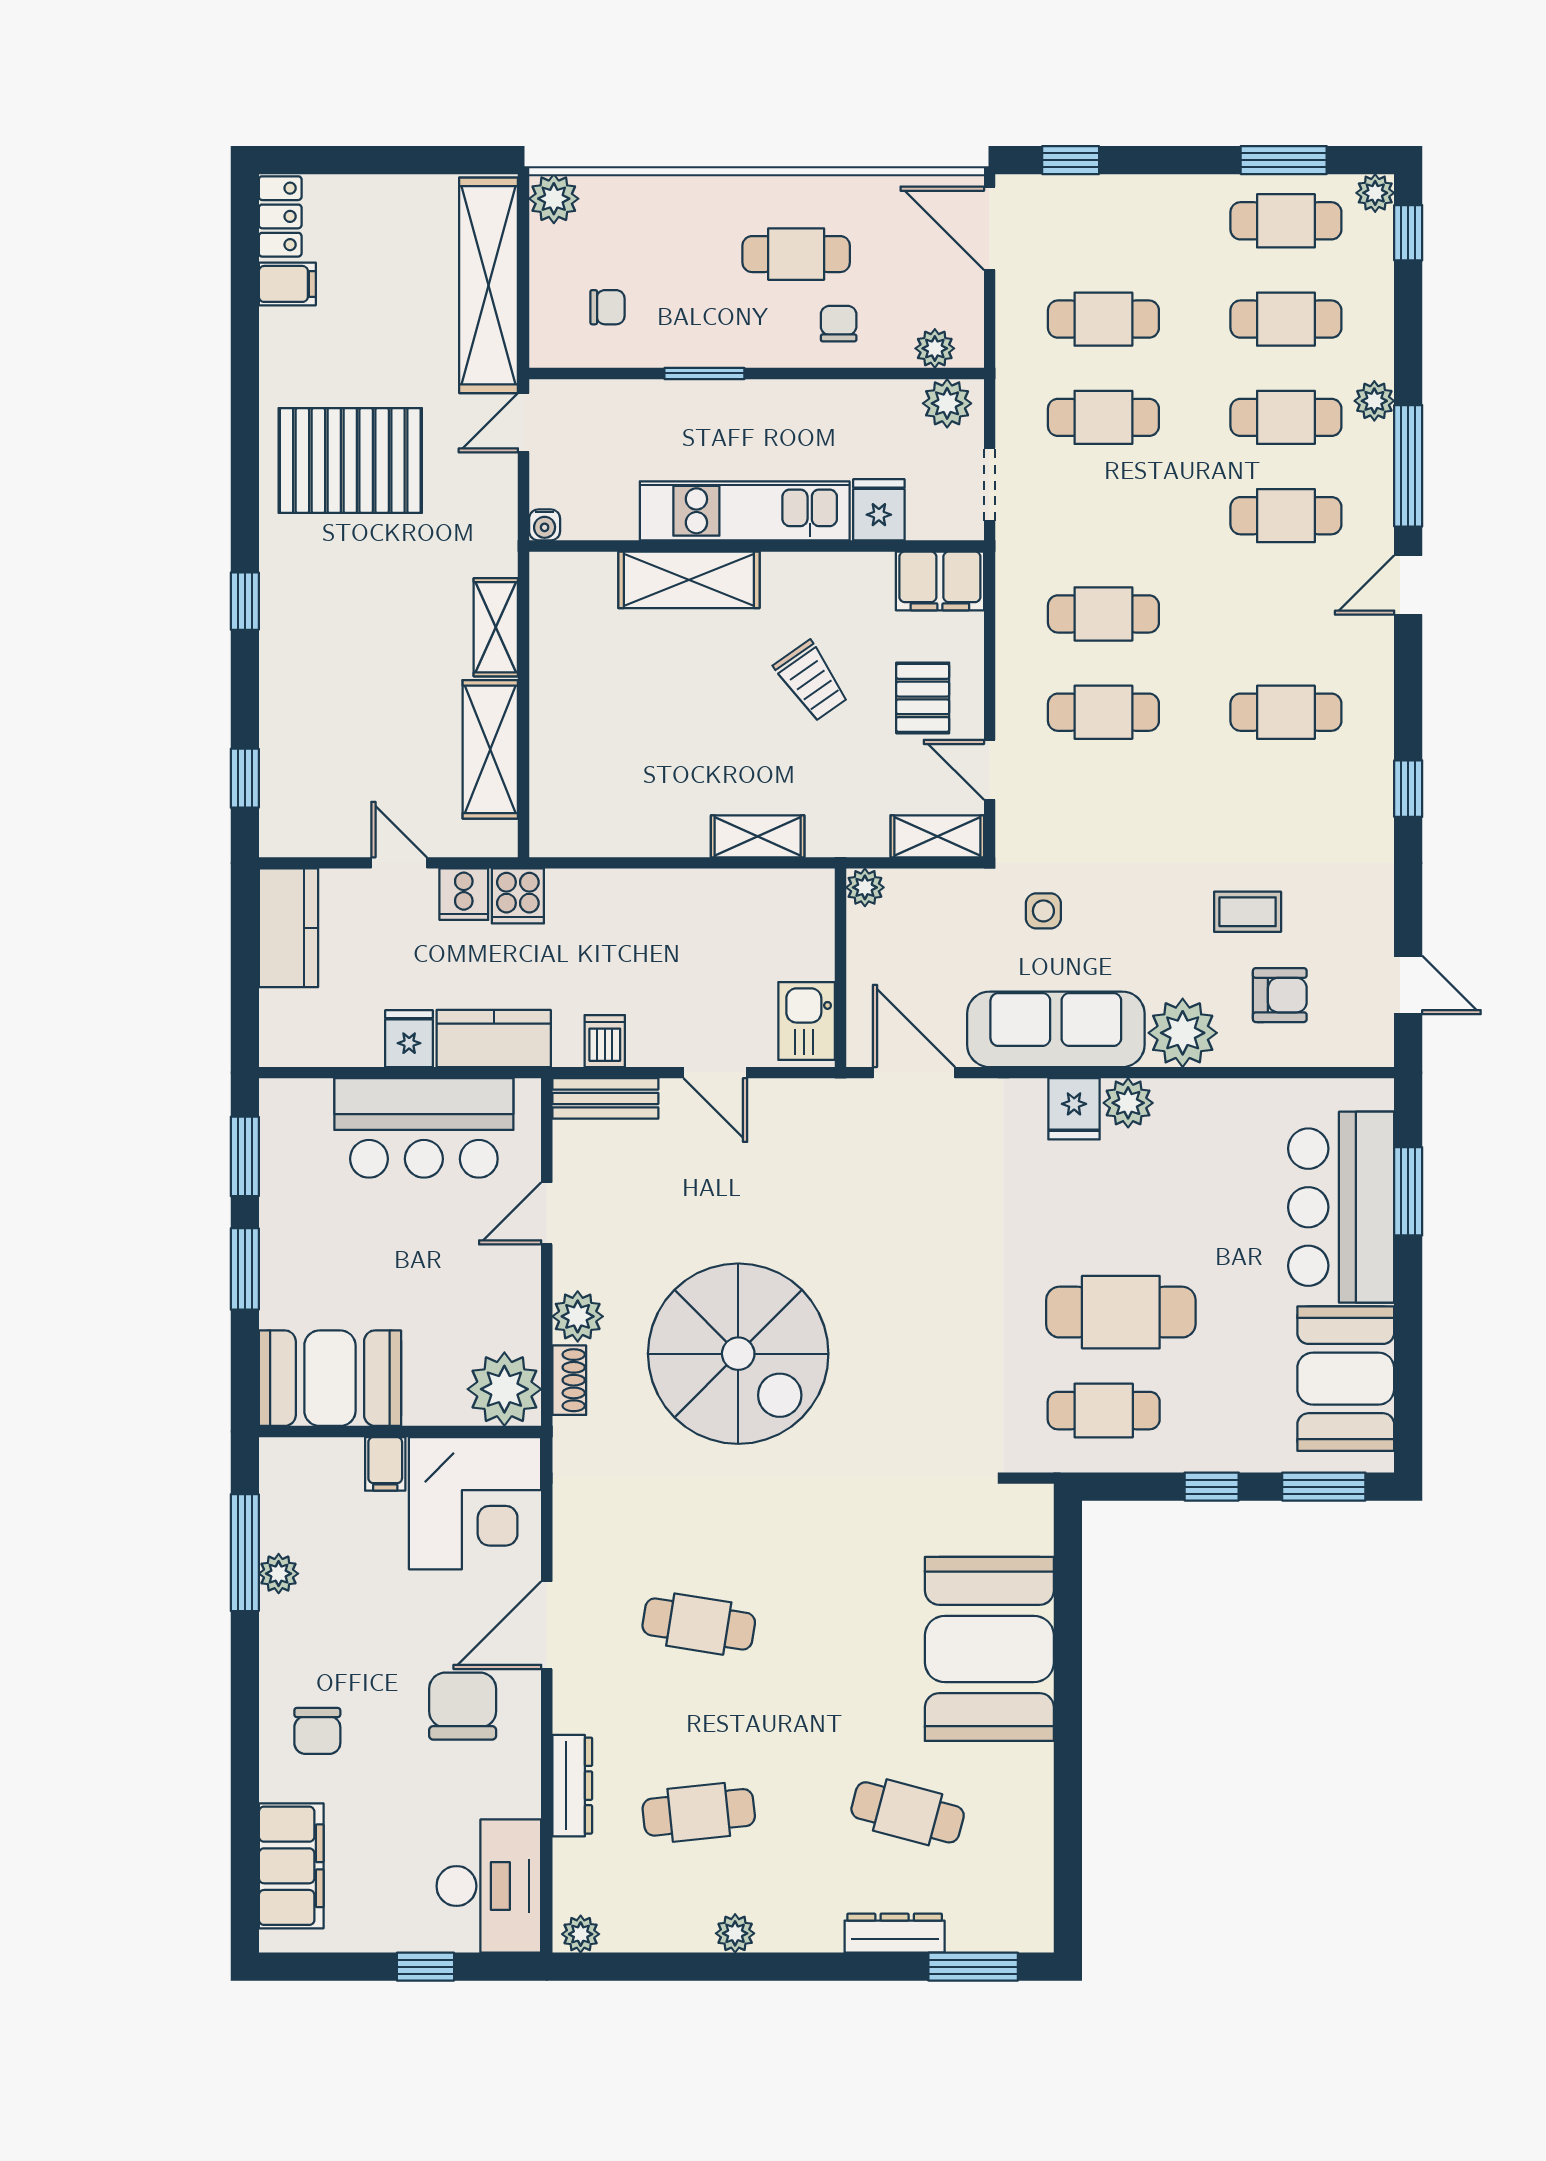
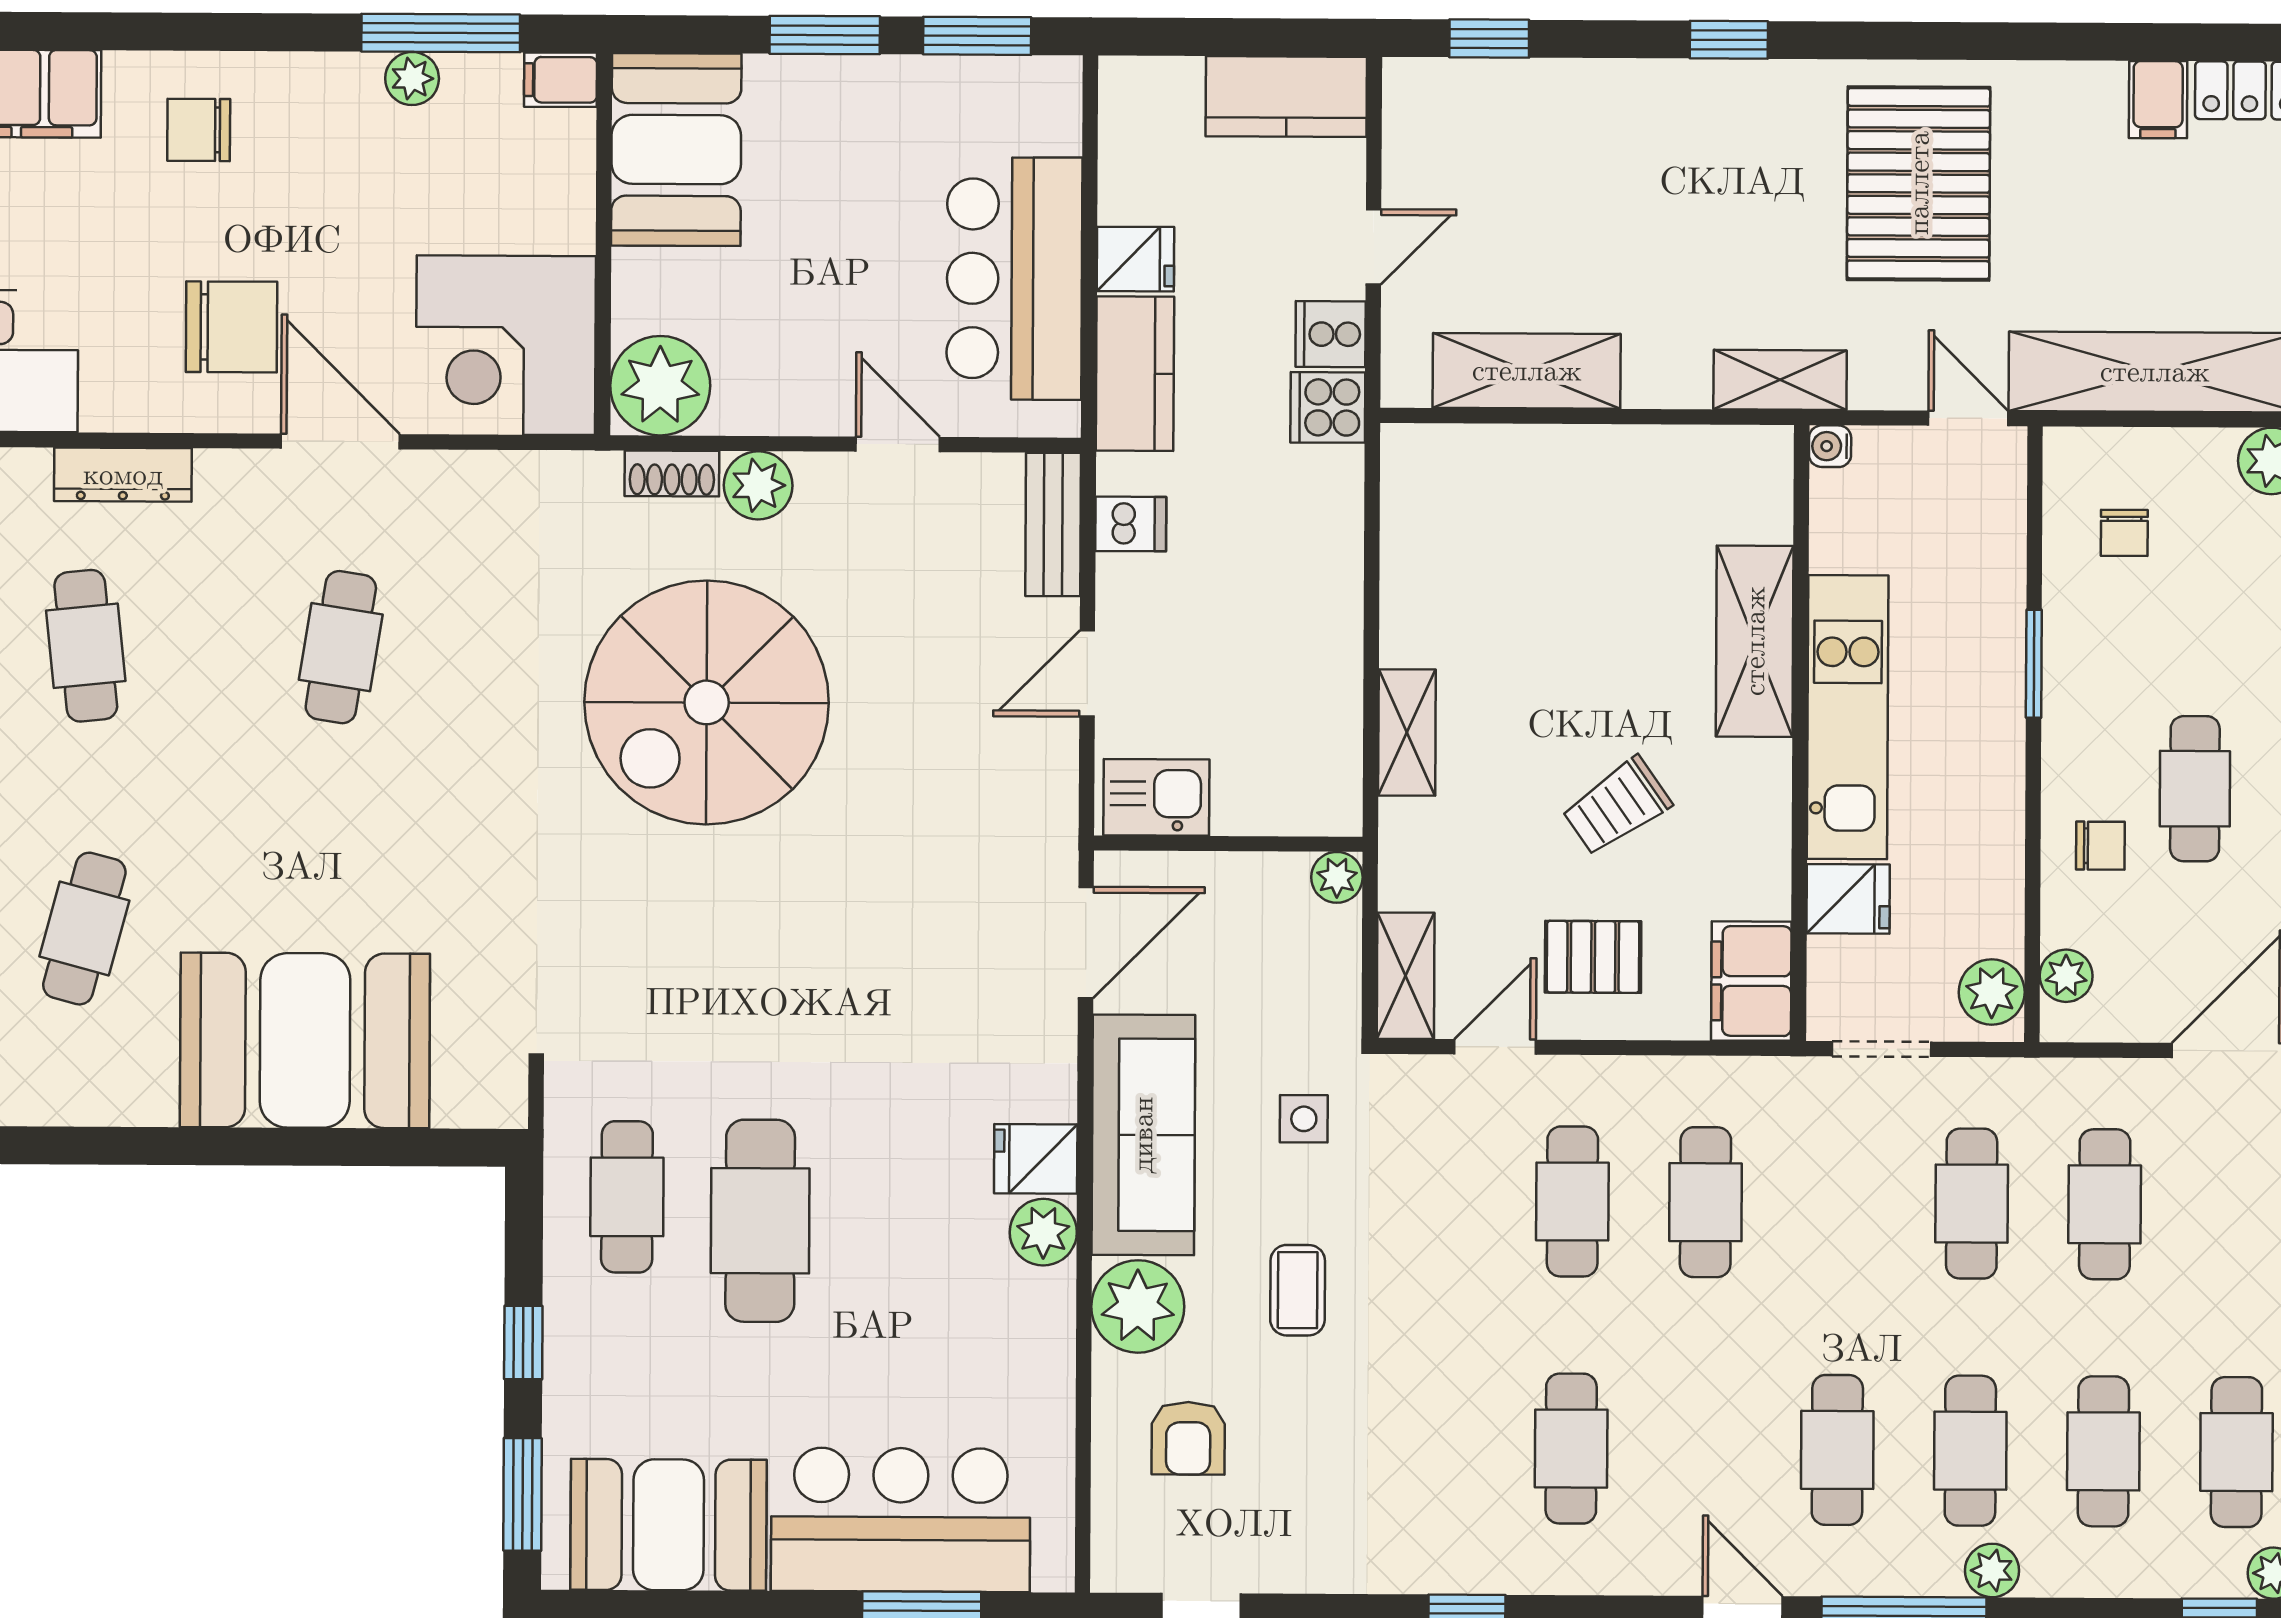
shelving: (496, 627) -> (1780, 380), moved
coffee table: (1248, 912) -> (1298, 1290), moved
filing cabinet: (385, 1464) -> (561, 80), moved

